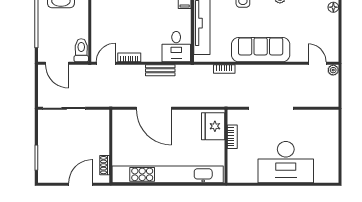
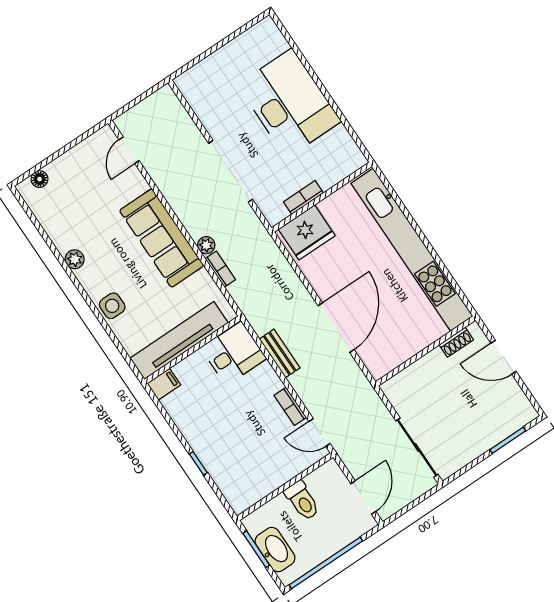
toilet: (81, 50) -> (302, 501), moved, turned -90
plant: (333, 70) -> (206, 245), moved

